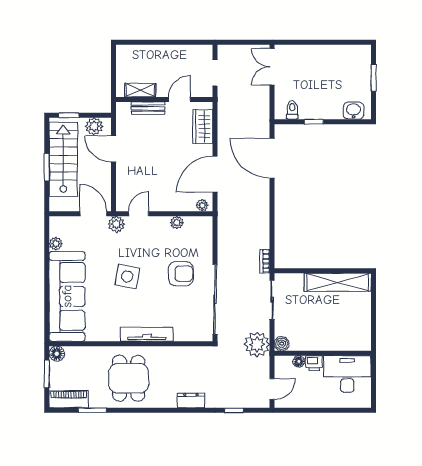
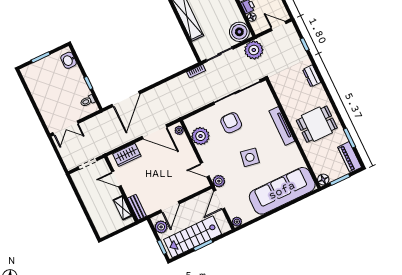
bench: (148, 108) -> (137, 207), moved
plant: (177, 223) -> (200, 136), width x1.88, depth x1.88
plant: (56, 244) -> (237, 222), moved
boiler: (282, 344) -> (239, 32), width x1.86, depth x1.86

